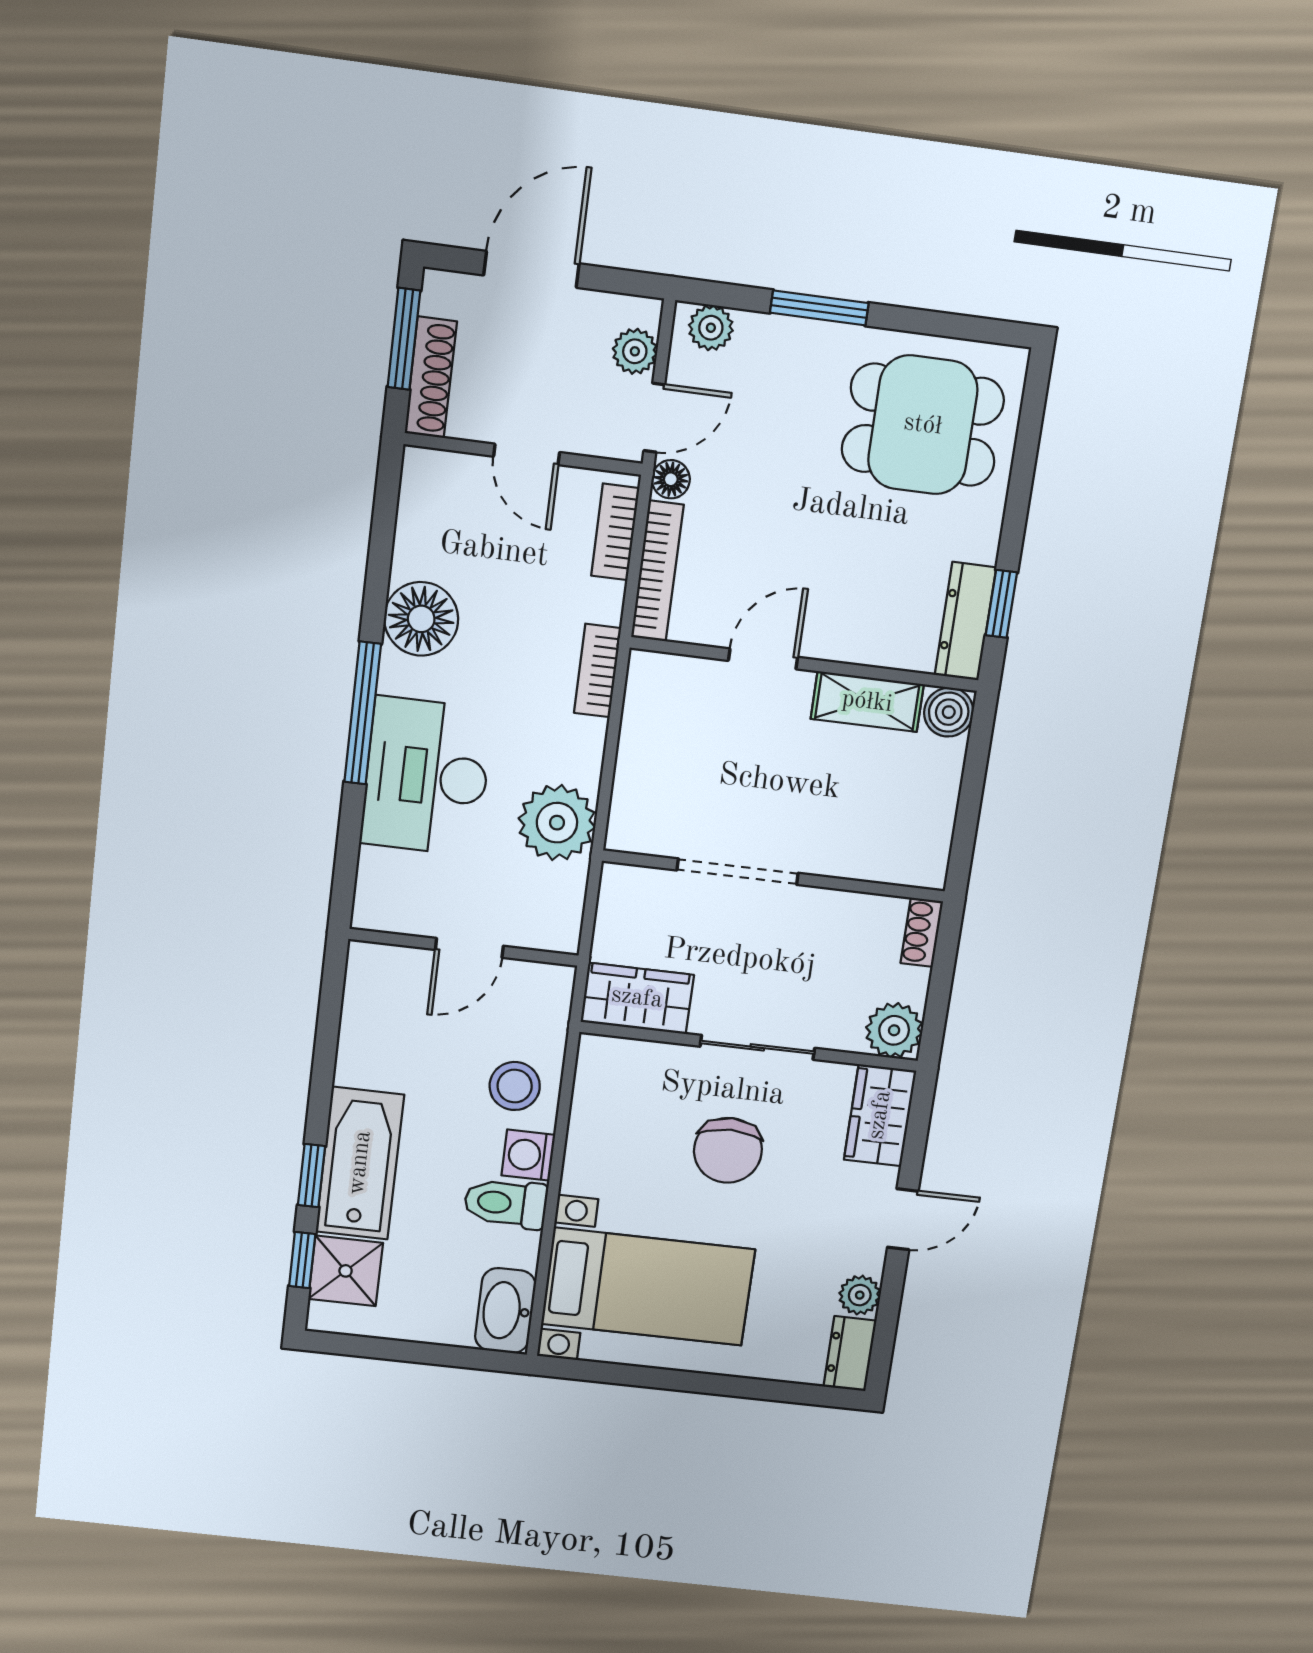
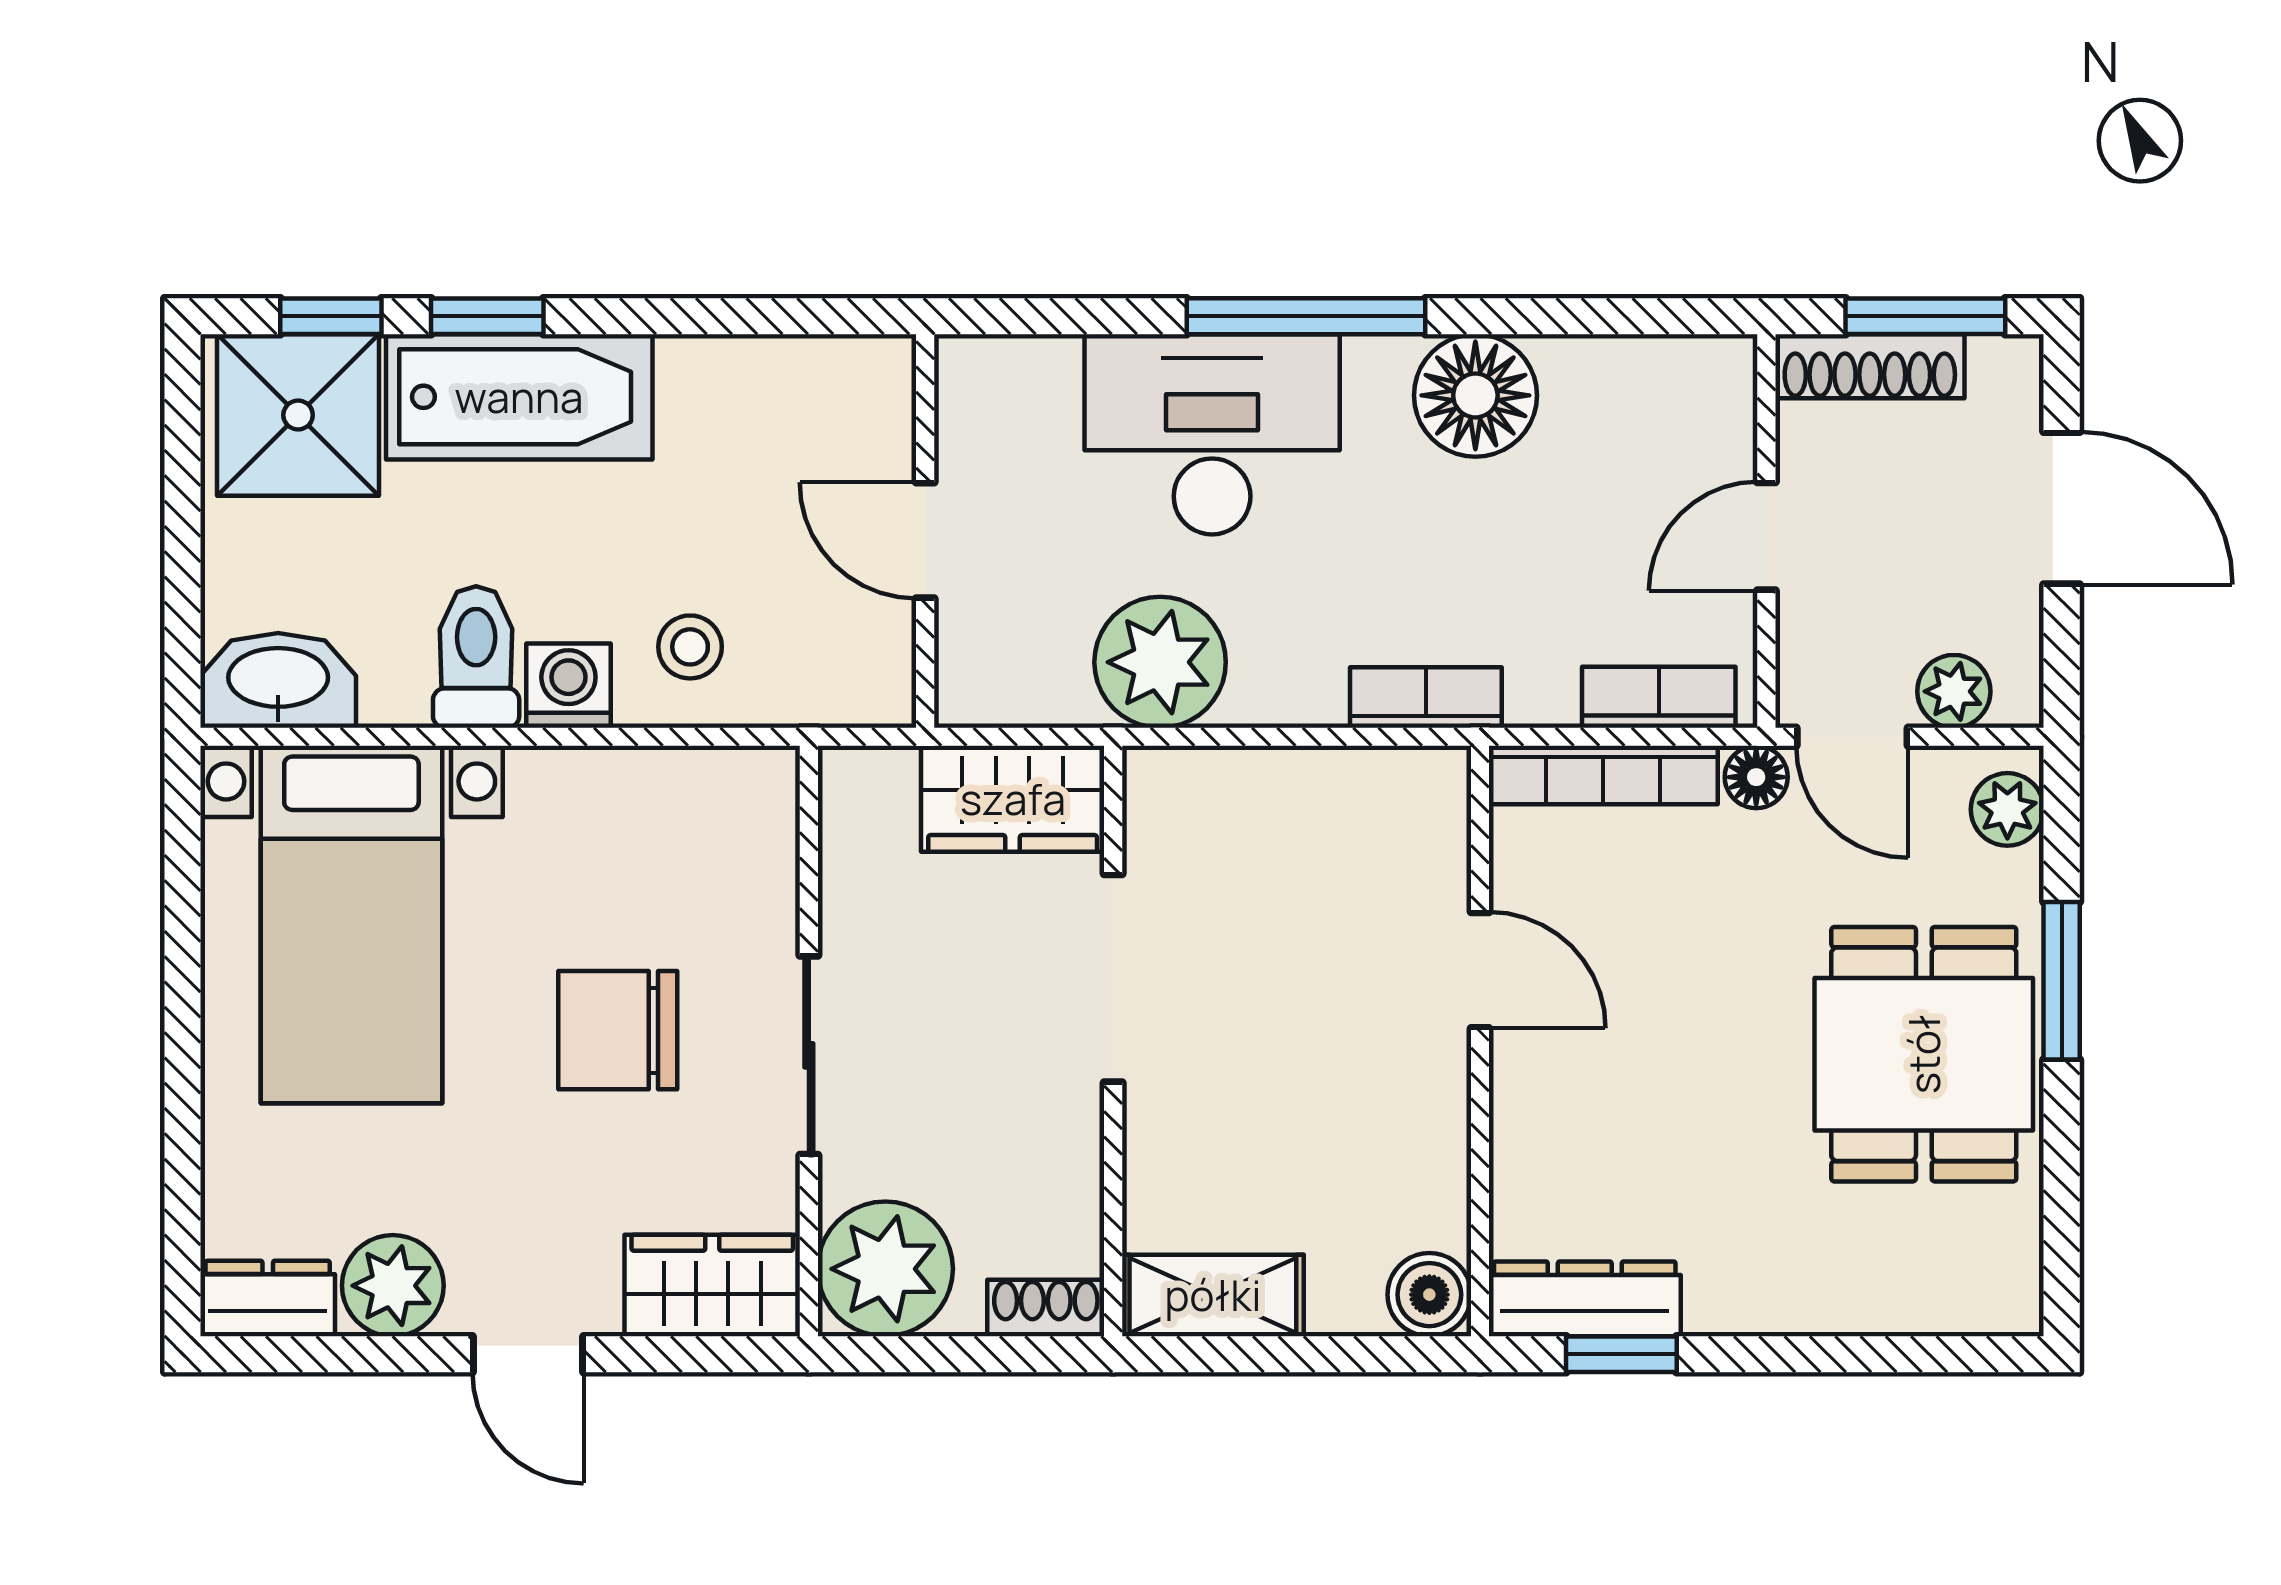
dining table: (923, 425) -> (1924, 1054), moved
shelving: (867, 702) -> (1213, 1295), moved, turned 90
wardrobe: (637, 998) -> (1013, 799), moved, turned 90
plant: (894, 1030) -> (885, 1269), width x1.36, depth x1.36
stool: (515, 1086) -> (690, 647), width x0.73, depth x0.73
shower: (346, 1271) -> (298, 415), width x1.36, depth x1.36
plant: (860, 1295) -> (393, 1286), width x1.38, depth x1.38

